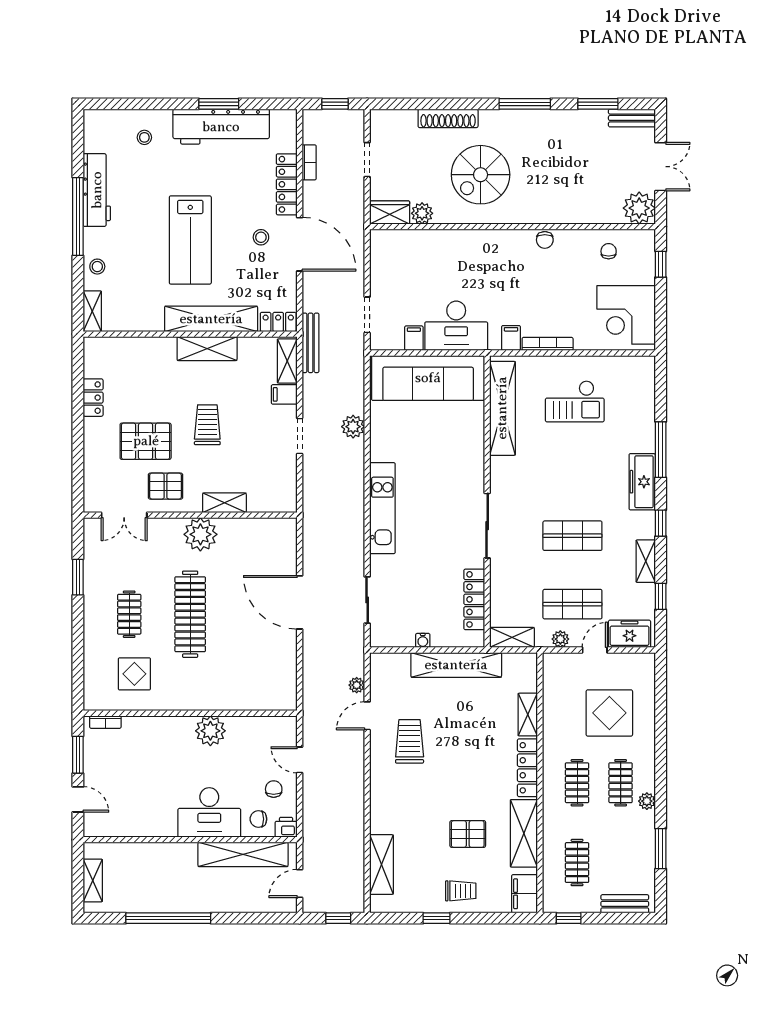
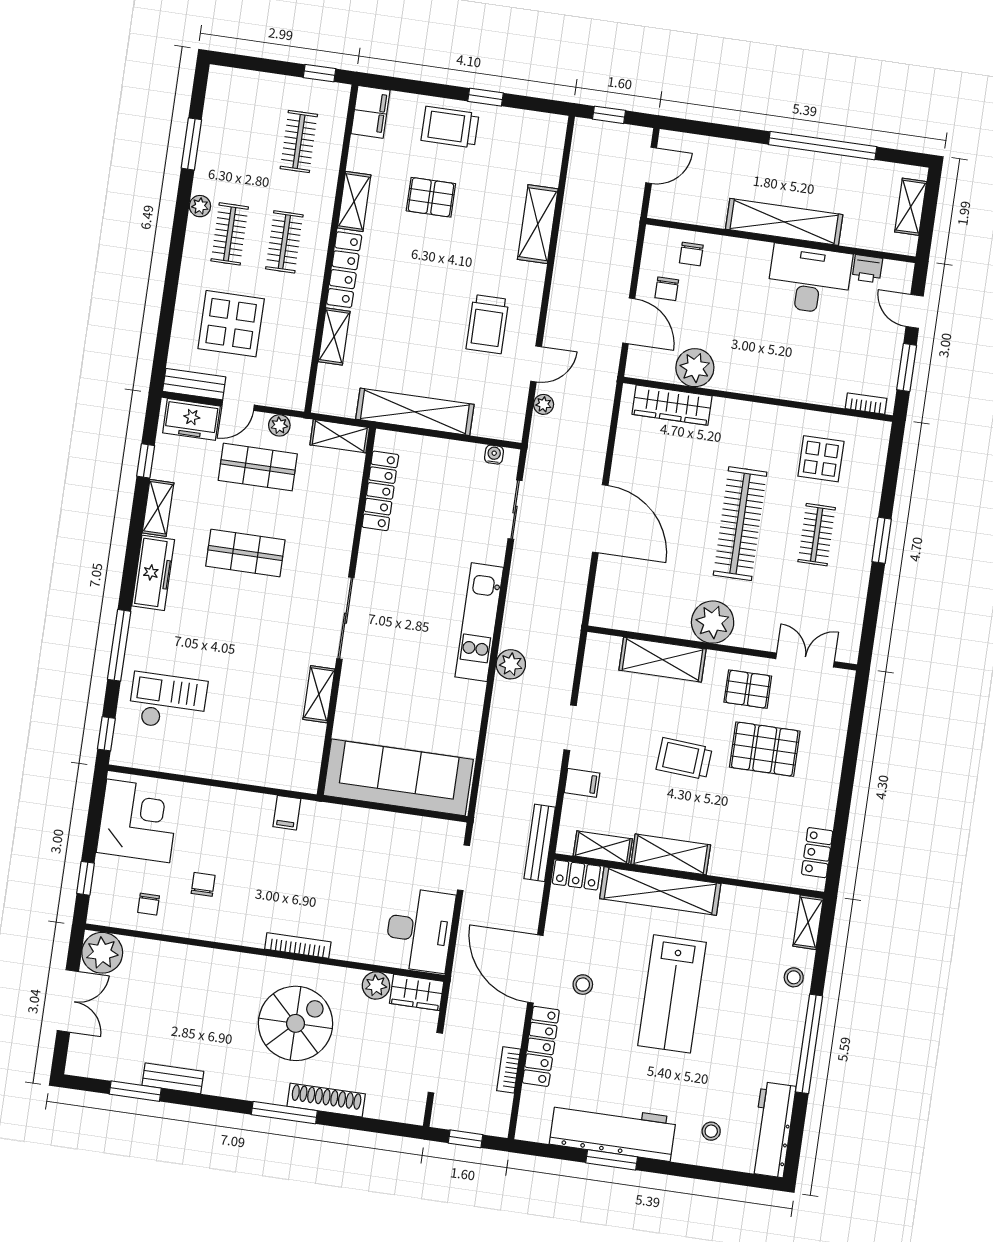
window: (525, 104) -> (284, 1113), moved
bench: (632, 118) -> (173, 1078), moved
doorway: (367, 160) -> (435, 1063), width x1.38
double door: (661, 167) -> (68, 1001), swing flipped
workbench: (97, 190) -> (772, 1130), moved
lab bench: (190, 240) -> (672, 994), turned 180
chair: (545, 240) -> (203, 884), moved
desk: (456, 326) -> (420, 930), moved, turned 90
filing cabinet: (414, 338) -> (409, 830), removed
bookcase: (548, 344) -> (298, 946), moved, turned 180
shelving: (287, 361) -> (603, 847), moved, turned 90
locker: (93, 398) -> (817, 853), moved
checkout: (575, 401) -> (168, 702), moved
shelving: (502, 408) -> (319, 694), width x0.45, depth x0.75
trolley: (207, 425) -> (684, 759), turned 94
plant: (353, 427) -> (511, 664), moved
freezer: (642, 482) -> (153, 573), moved
shelving: (224, 503) -> (662, 660), width x1.50, depth x1.33
window: (661, 523) -> (106, 734), moved
sliding door: (487, 526) -> (345, 618), moved
window: (78, 577) -> (882, 540), moved
water cooler: (423, 640) -> (494, 455), moved
wardrobe: (256, 699) -> (672, 405), added
plant: (210, 731) -> (695, 368), moved
door: (300, 760) -> (629, 321), width x1.38
desk: (209, 812) -> (809, 279), moved
chair: (258, 819) -> (691, 254), turned 90
printer: (286, 827) -> (867, 269), moved
shelving: (524, 833) -> (354, 201), width x0.67, depth x0.75
shelving: (243, 854) -> (784, 222), moved
shelving: (382, 865) -> (538, 224), moved
trolley: (461, 891) -> (450, 127), width x1.36, depth x1.39
bench: (625, 904) -> (194, 384), moved

